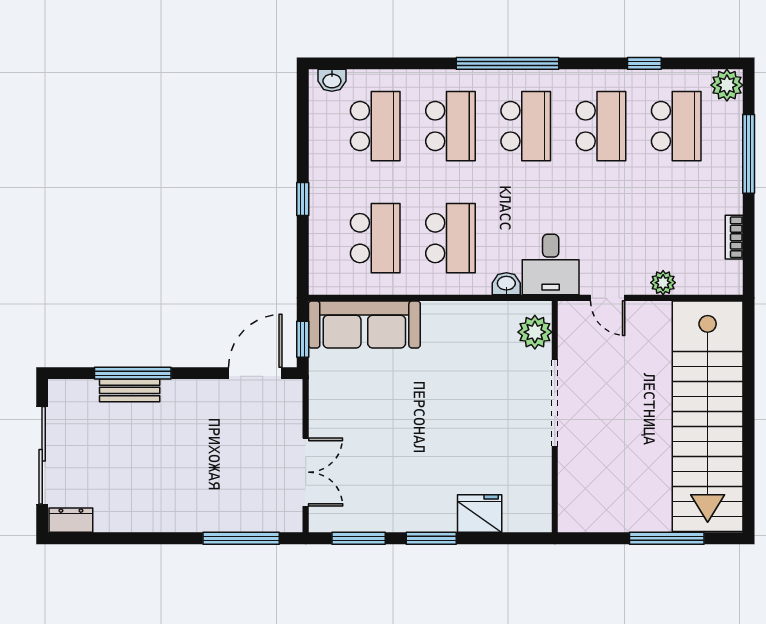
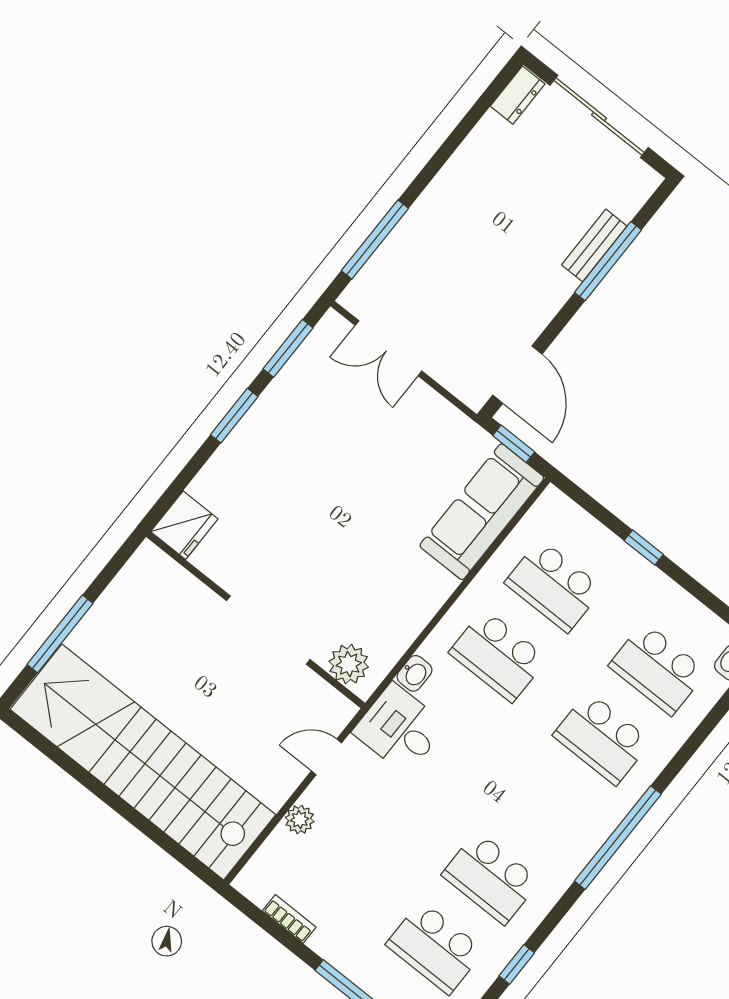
school desk: (526, 126) -> (546, 808), removed
fridge: (480, 513) -> (184, 525), moved

